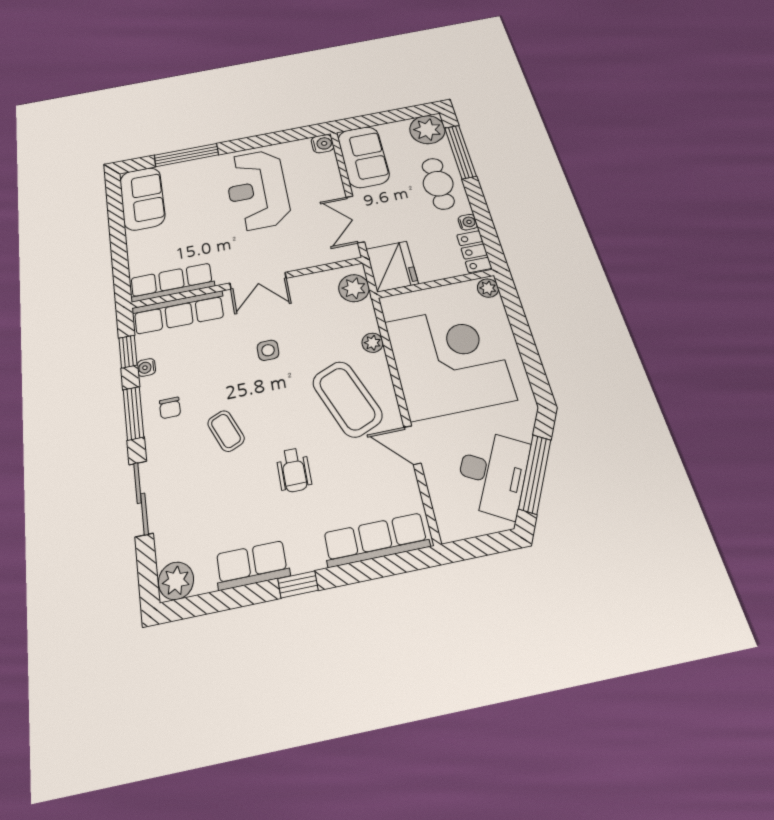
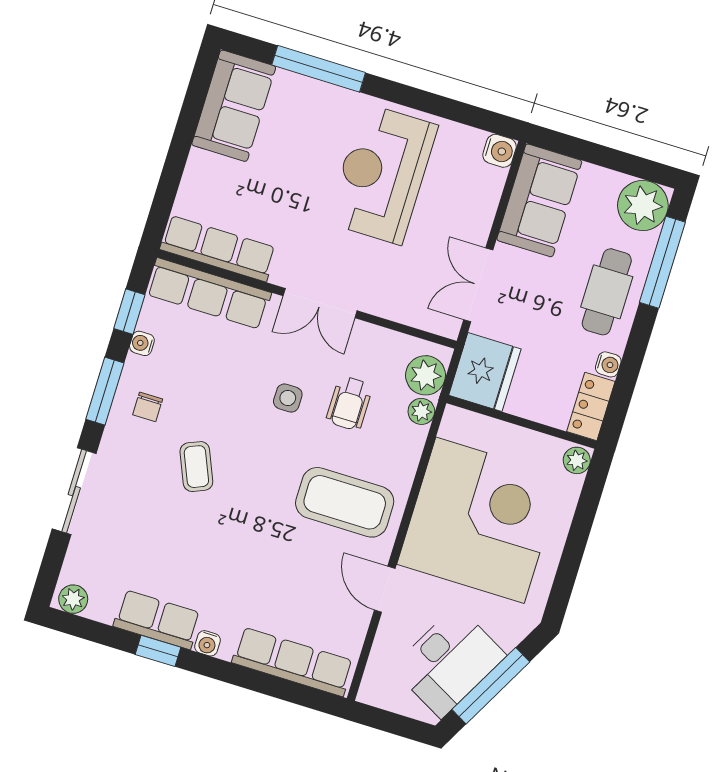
plant: (372, 343) -> (421, 411), moved
coffee table: (347, 399) -> (345, 502), turned -68
wheelchair: (294, 470) -> (349, 403), moved
water cooler: (301, 563) -> (208, 643), added
plant: (176, 581) -> (73, 599), width x0.73, depth x0.73
window: (298, 584) -> (158, 651), moved

